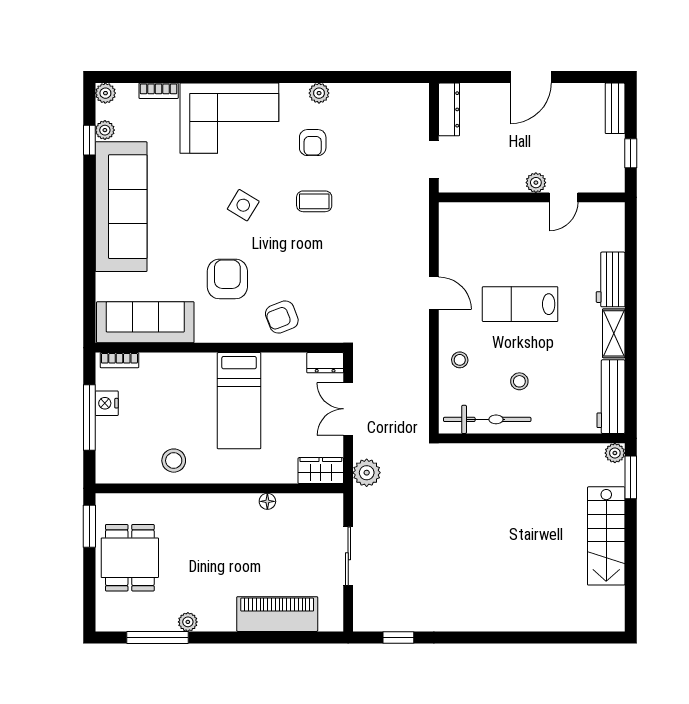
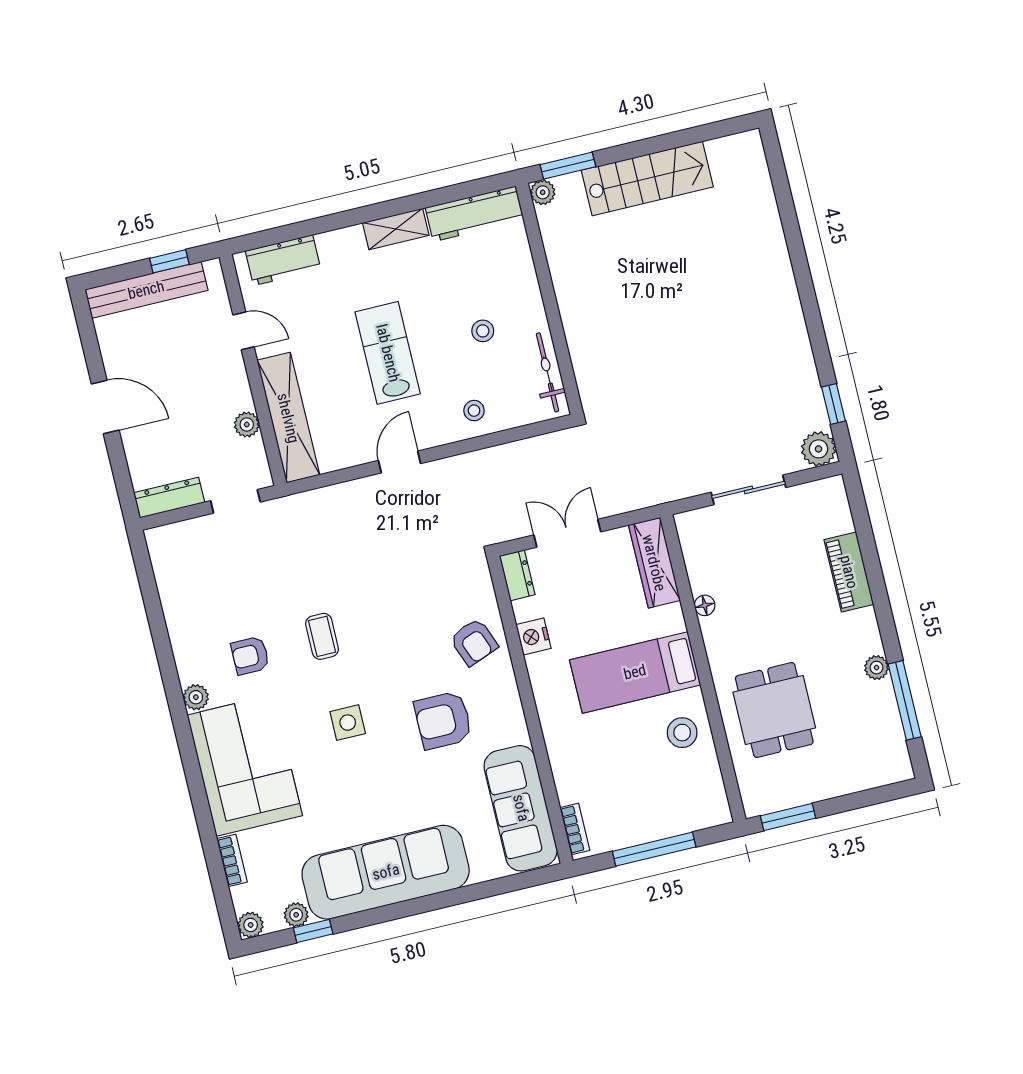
plant: (319, 93) -> (196, 697), moved
bench: (615, 108) -> (146, 290), width x1.86, depth x1.21
armchair: (313, 143) -> (250, 656), turned 180
plant: (536, 183) -> (247, 425), moved
side table: (243, 205) -> (348, 723), turned -31
shelving: (489, 216) -> (288, 418), added
workbench: (611, 279) -> (283, 260), moved
lab bench: (520, 304) -> (388, 353), turned 180
bed: (239, 401) -> (635, 672), moved, turned 180
nightstand: (107, 403) -> (533, 636), moved, turned 90
double door: (348, 409) -> (567, 533), swing flipped
bicycle: (487, 419) -> (547, 372), width x0.73, depth x0.71
wardrobe: (321, 471) -> (654, 563), width x1.50
plant: (367, 473) -> (819, 449), moved
dining table: (130, 558) -> (774, 710), moved, turned 90
piano: (277, 614) -> (849, 572), width x0.73, depth x0.75

